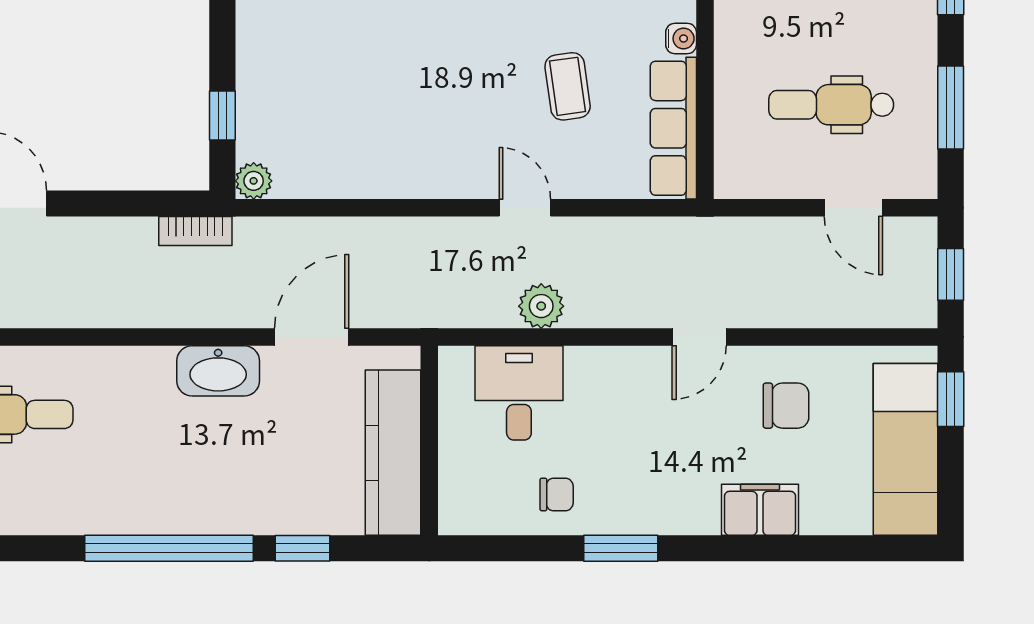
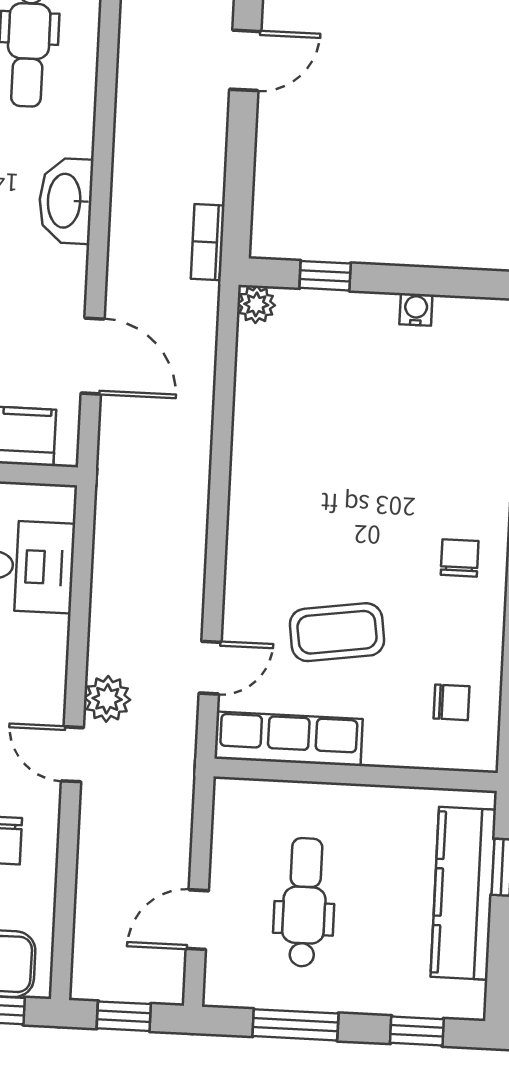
water cooler: (681, 39) -> (416, 309), moved, turned 180
coffee table: (568, 86) -> (337, 632), width x1.36, depth x1.30
door: (525, 208) -> (210, 668), moved
plant: (541, 306) -> (107, 699), moved
washbasin: (218, 371) -> (66, 201), moved

